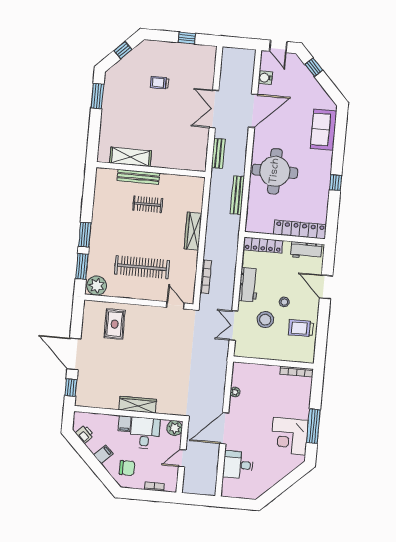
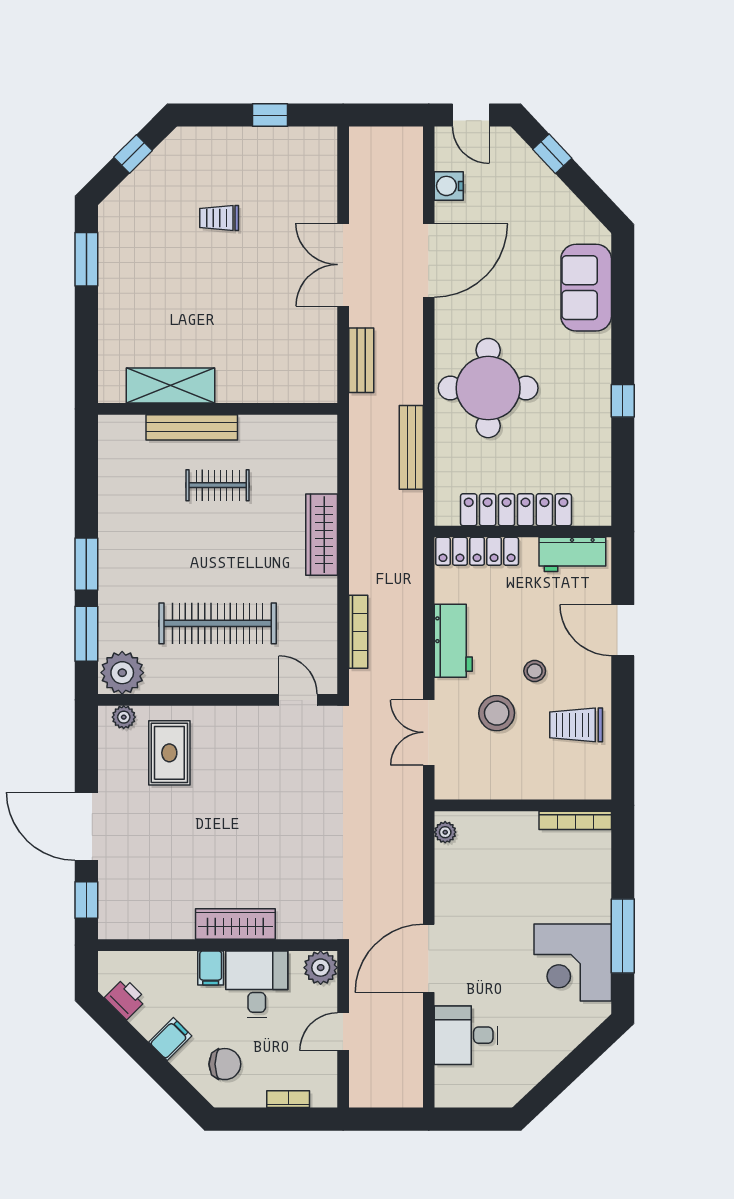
locker: (300, 229) -> (516, 510), moved
plant: (95, 306) -> (124, 717), added
plant: (235, 392) -> (445, 832), moved

